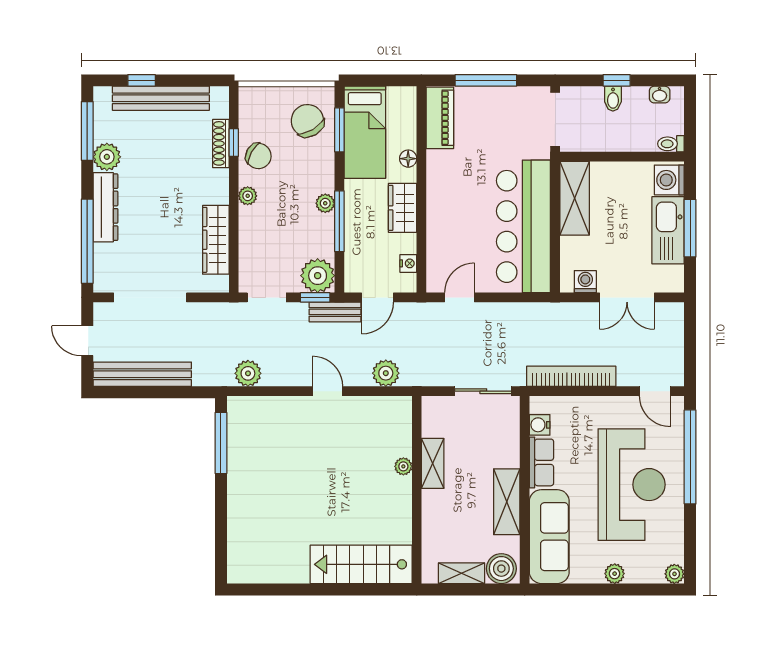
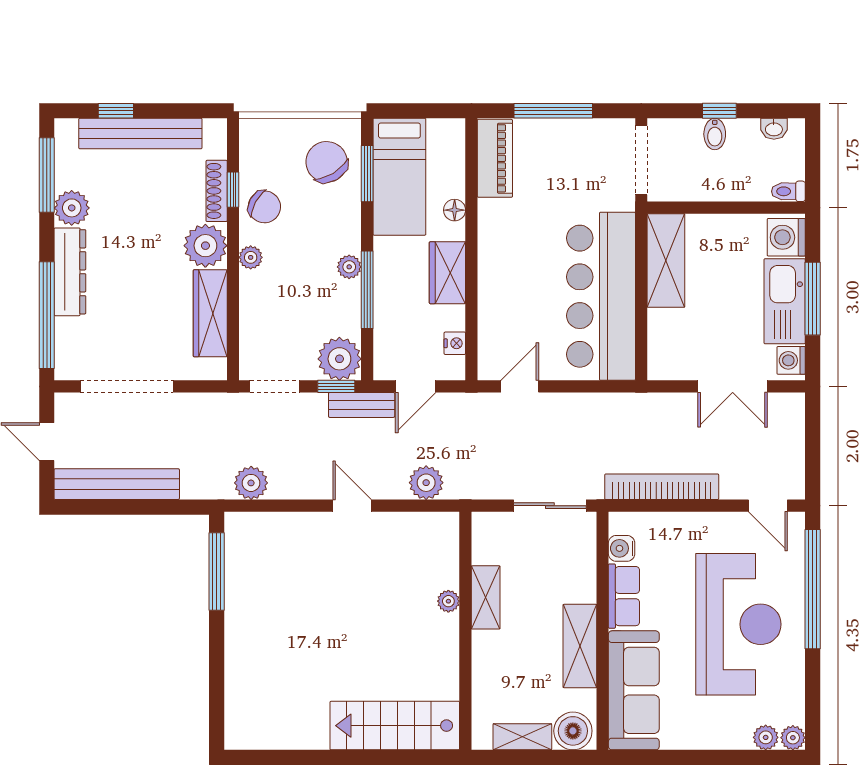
plant: (212, 187) -> (205, 246), added
washing machine: (585, 282) -> (791, 360), moved, turned -90
plant: (615, 574) -> (766, 737), moved

